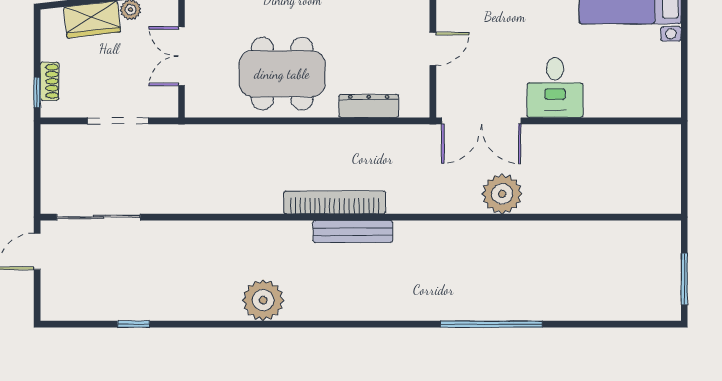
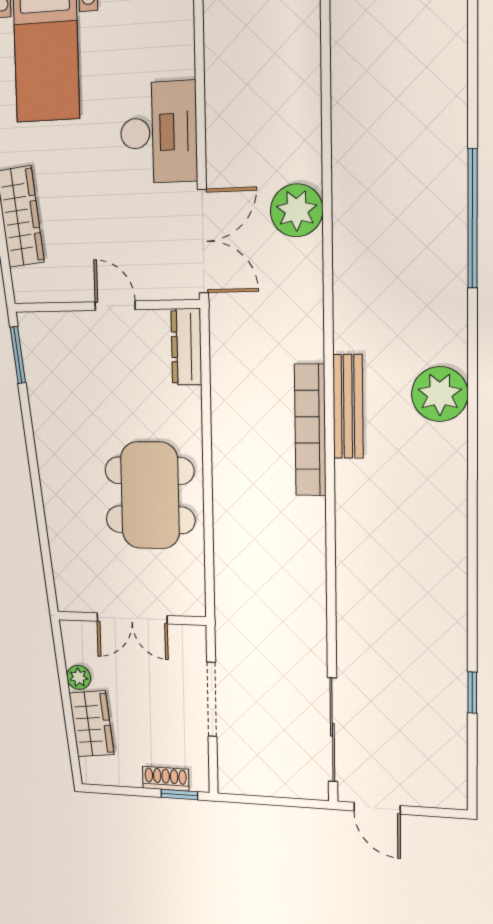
desk: (555, 87) -> (159, 132), width x1.37
dresser: (369, 106) -> (186, 347), moved
plant: (263, 300) -> (440, 394), moved

